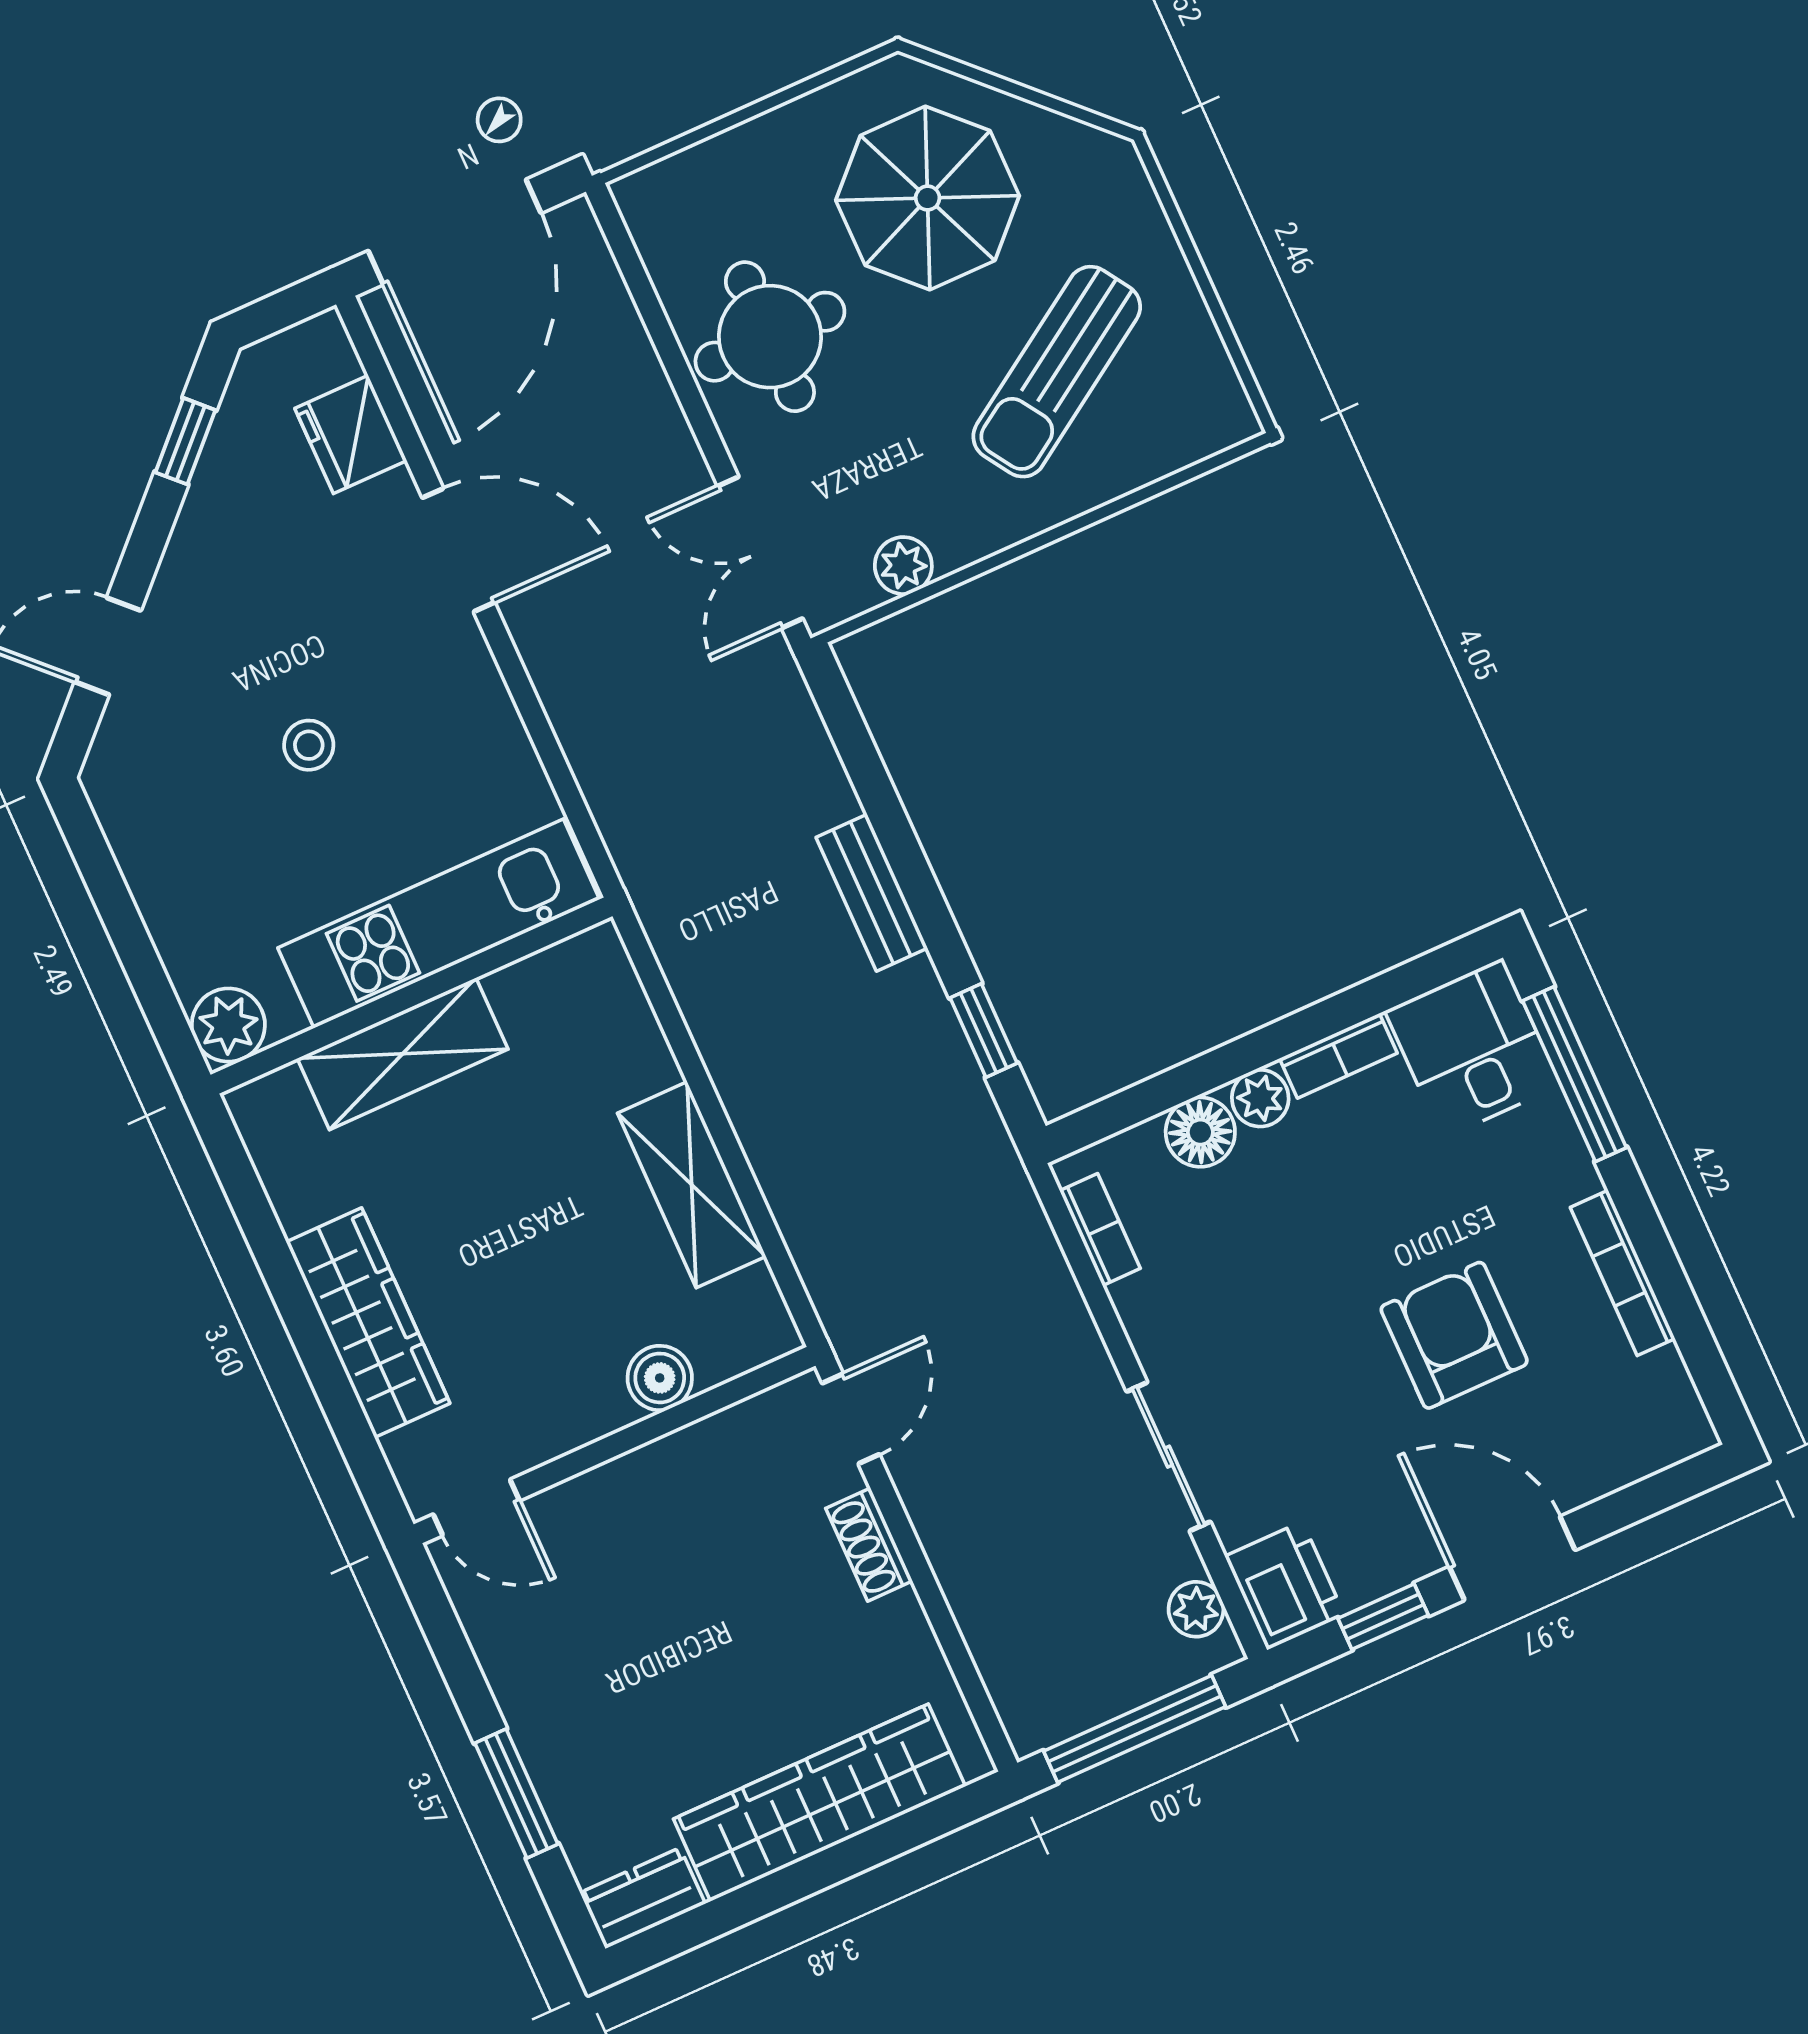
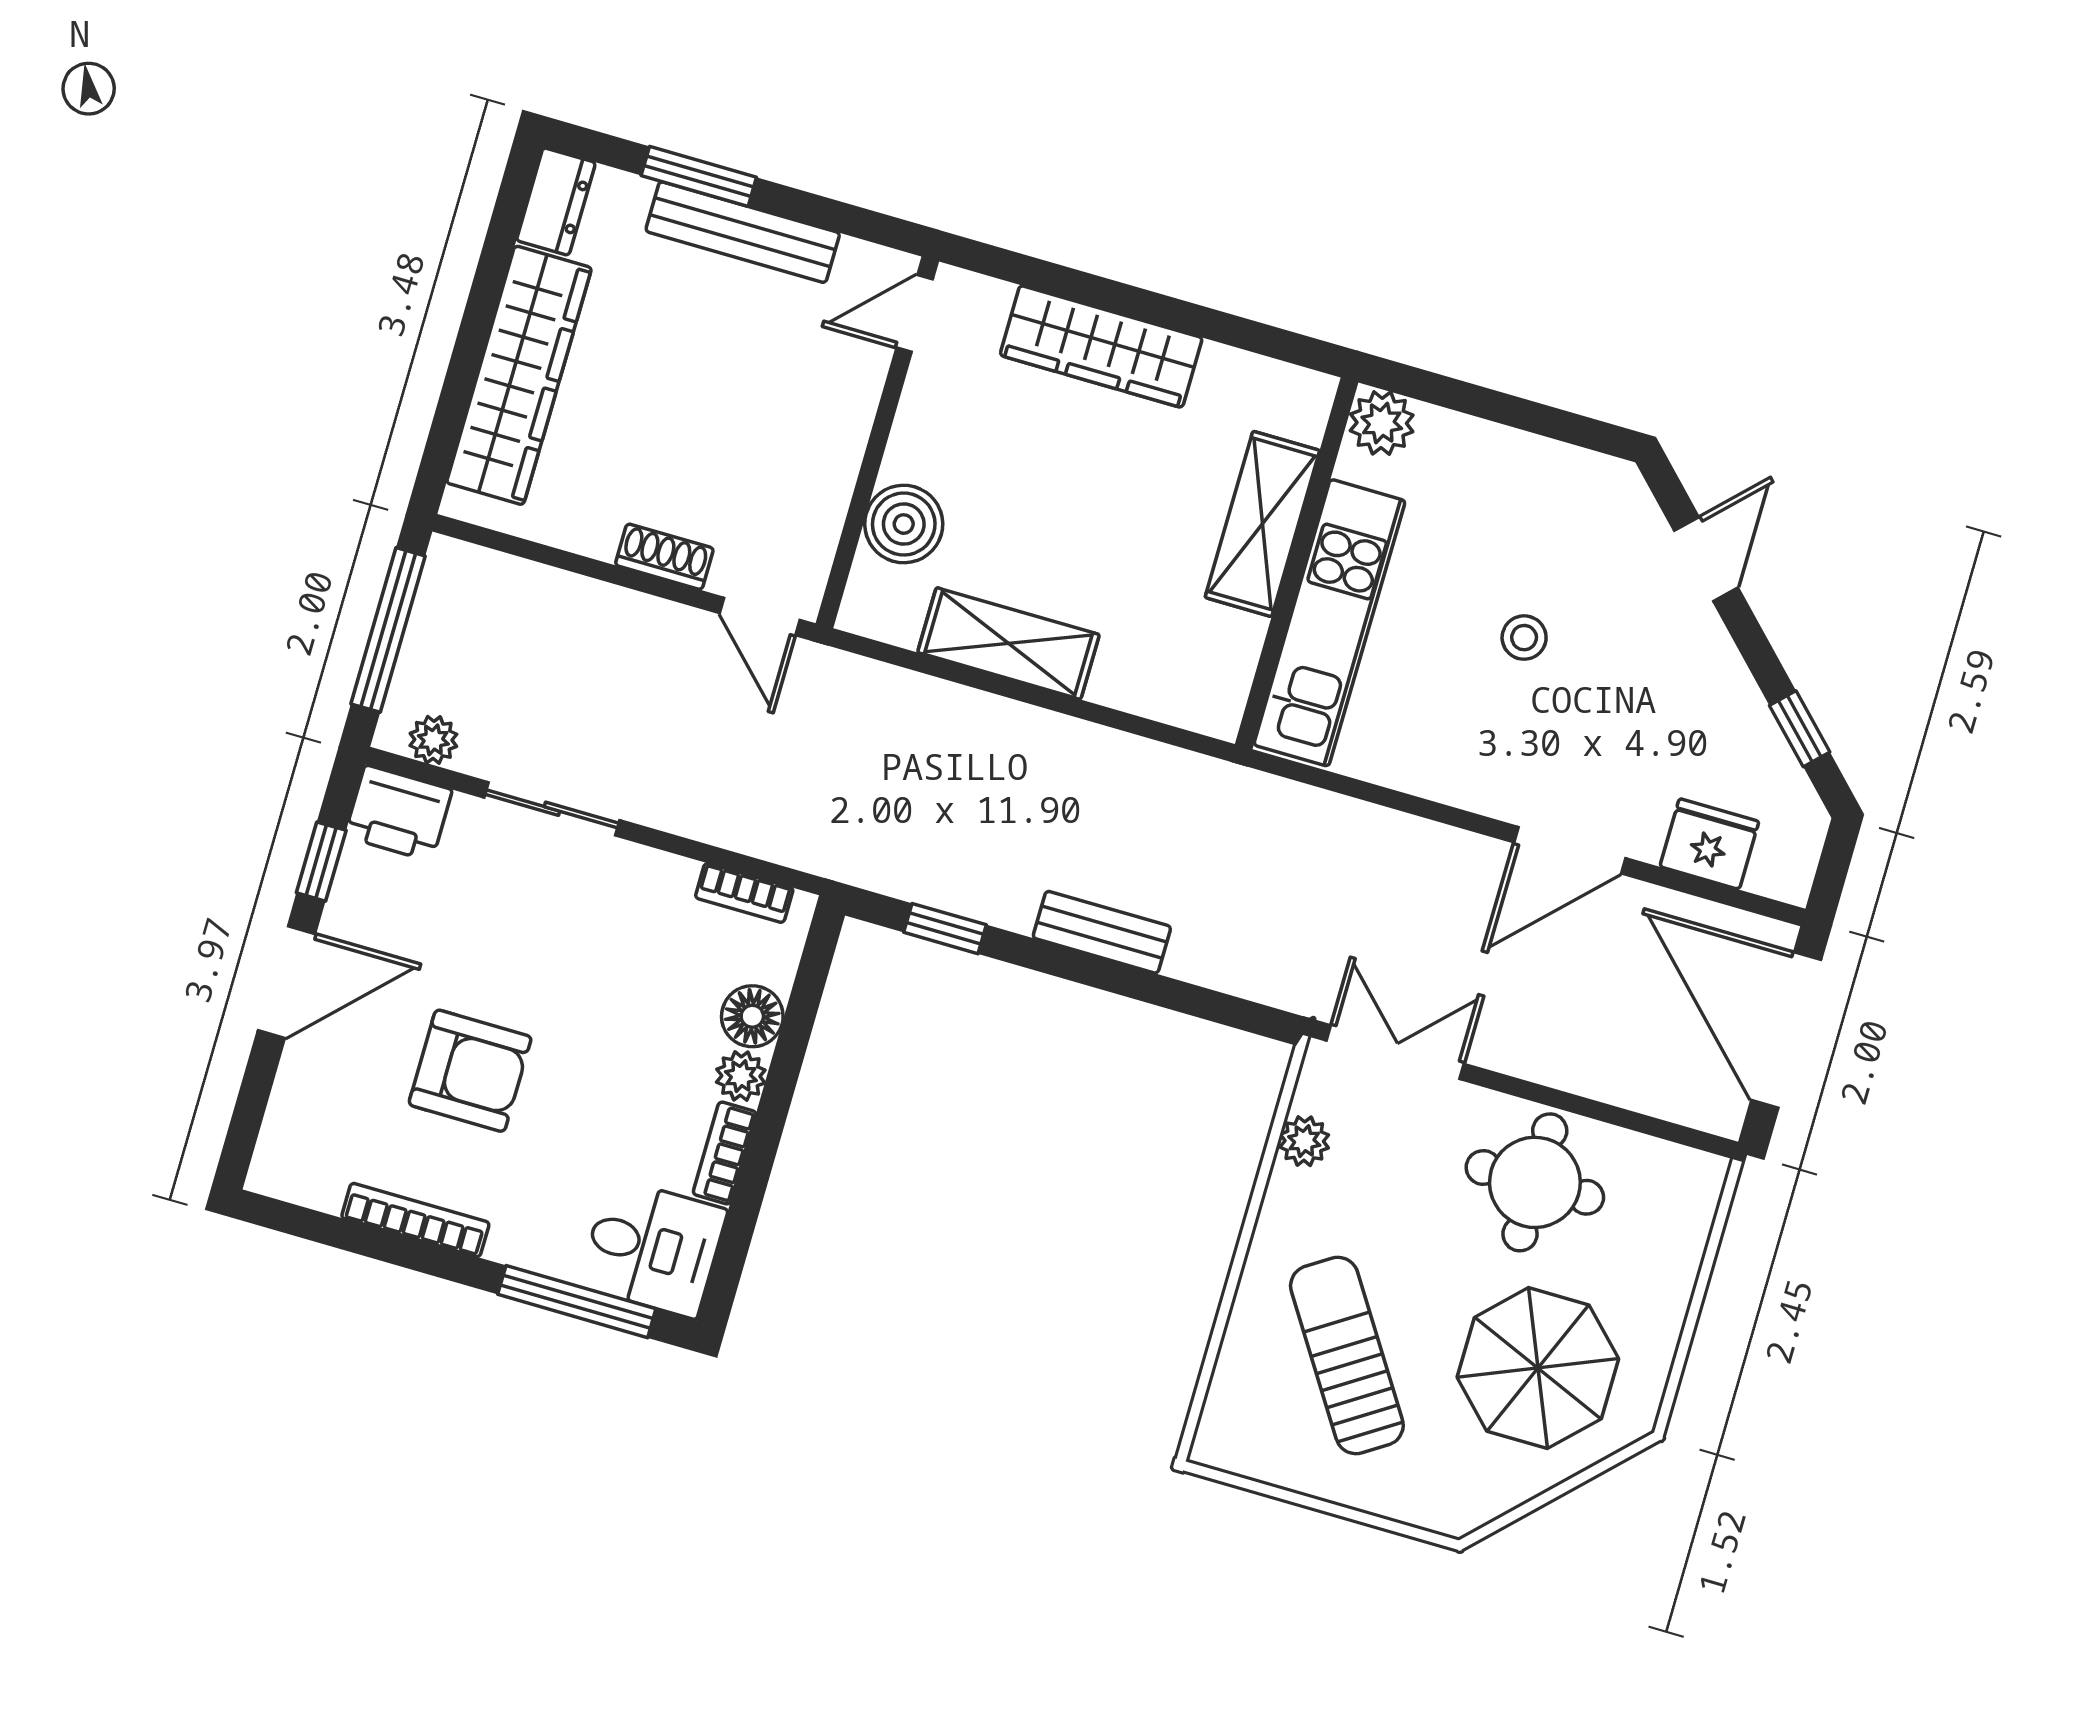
boiler: (660, 1378) -> (904, 524), width x1.36, depth x1.36
bench: (532, 1715) -> (743, 232), added

